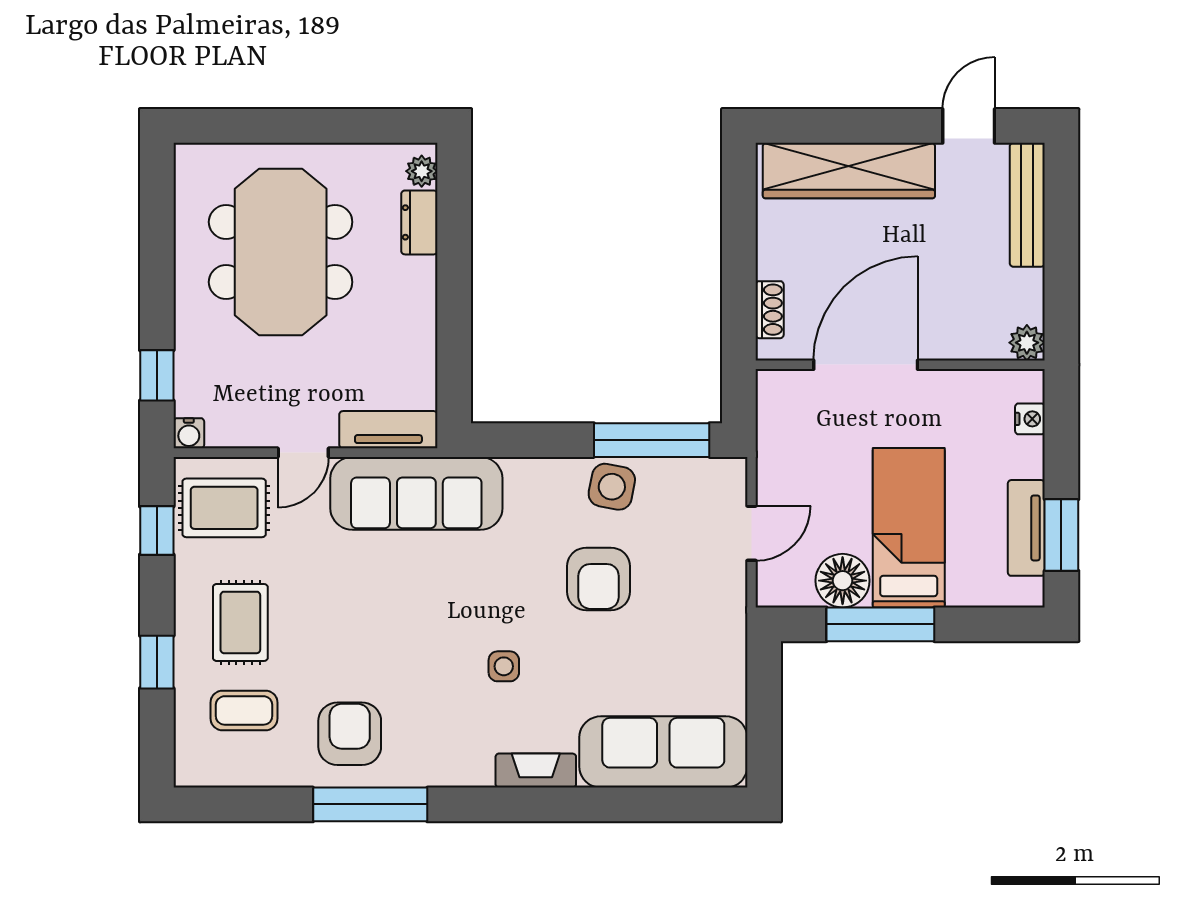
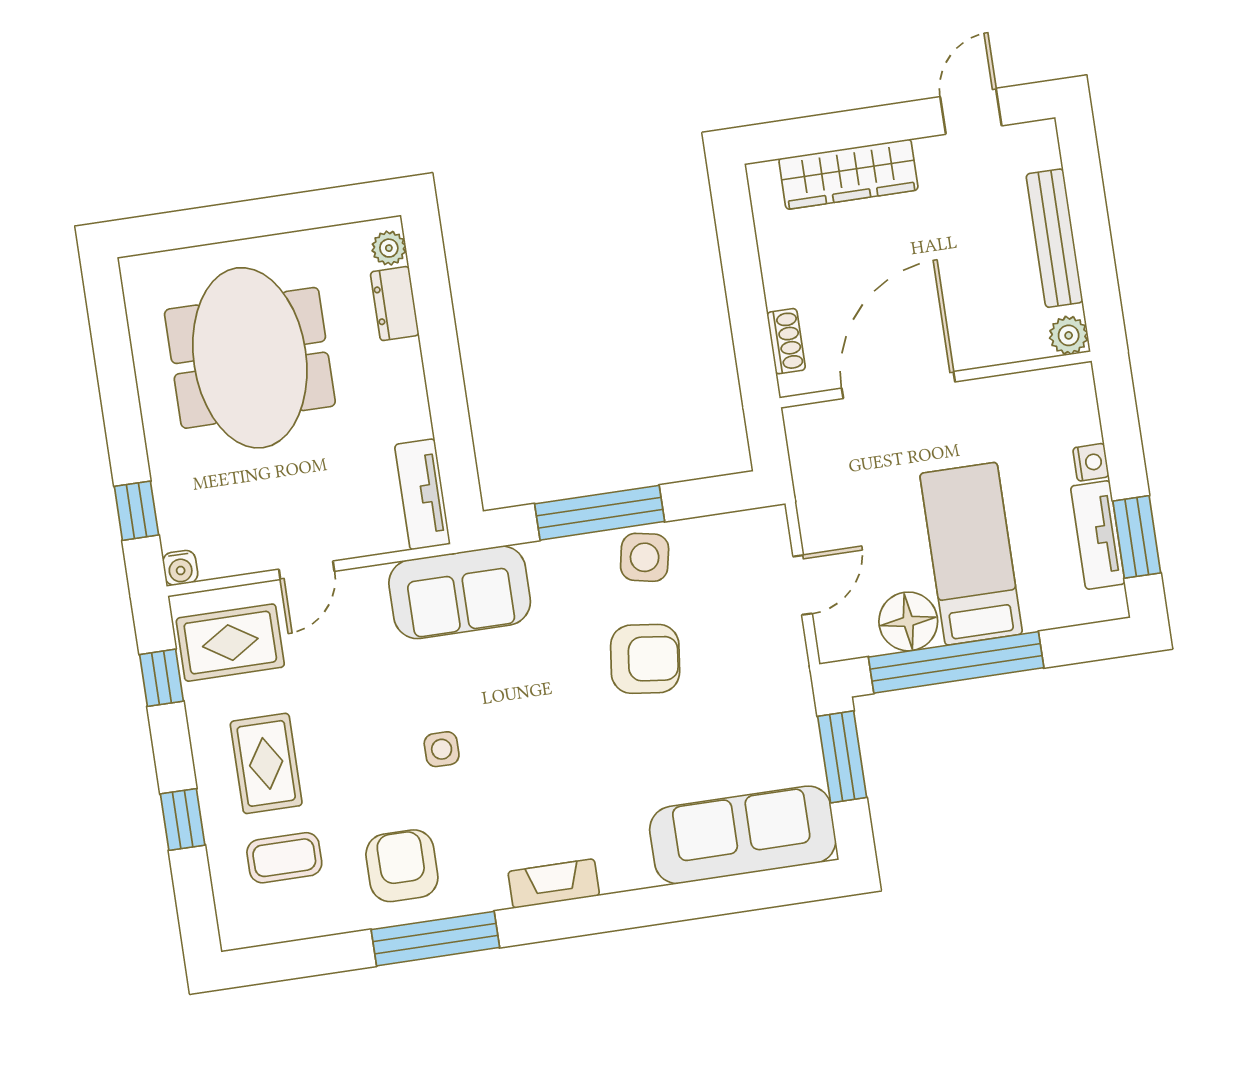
wardrobe: (849, 171) -> (848, 174), width x0.71, depth x0.85
bench: (1027, 205) -> (1054, 238), moved
nightstand: (1030, 419) -> (1091, 462), moved
tv unit: (388, 430) -> (422, 494), moved, turned -90
window: (652, 440) -> (600, 513), moved
sofa: (416, 493) -> (460, 592), width x0.73
armchair: (599, 579) -> (645, 659), turned -83
window: (880, 624) -> (956, 662), width x1.46
side table: (504, 666) -> (442, 749), moved
window: (764, 695) -> (842, 757), added
fireplace: (536, 770) -> (554, 884), moved

